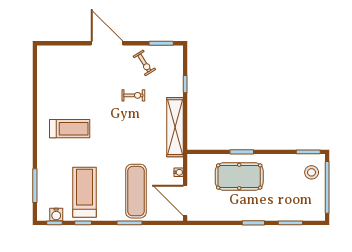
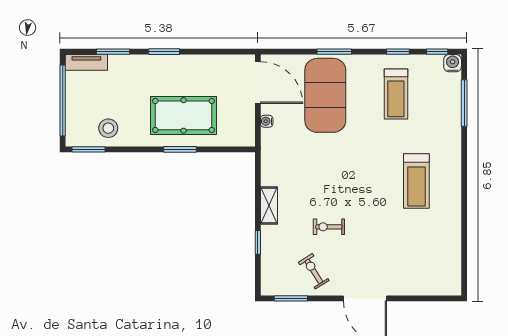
shelving: (175, 127) -> (269, 205), width x0.45, depth x0.75
treadmill: (70, 129) -> (416, 181), turned -90
stool: (312, 172) -> (108, 128), moved
exercise mat: (136, 191) -> (325, 95), width x1.47
treadmill: (85, 192) -> (396, 94), width x0.73, depth x0.73
water cooler: (56, 215) -> (453, 63), moved
tv unit: (310, 215) -> (86, 62), added

